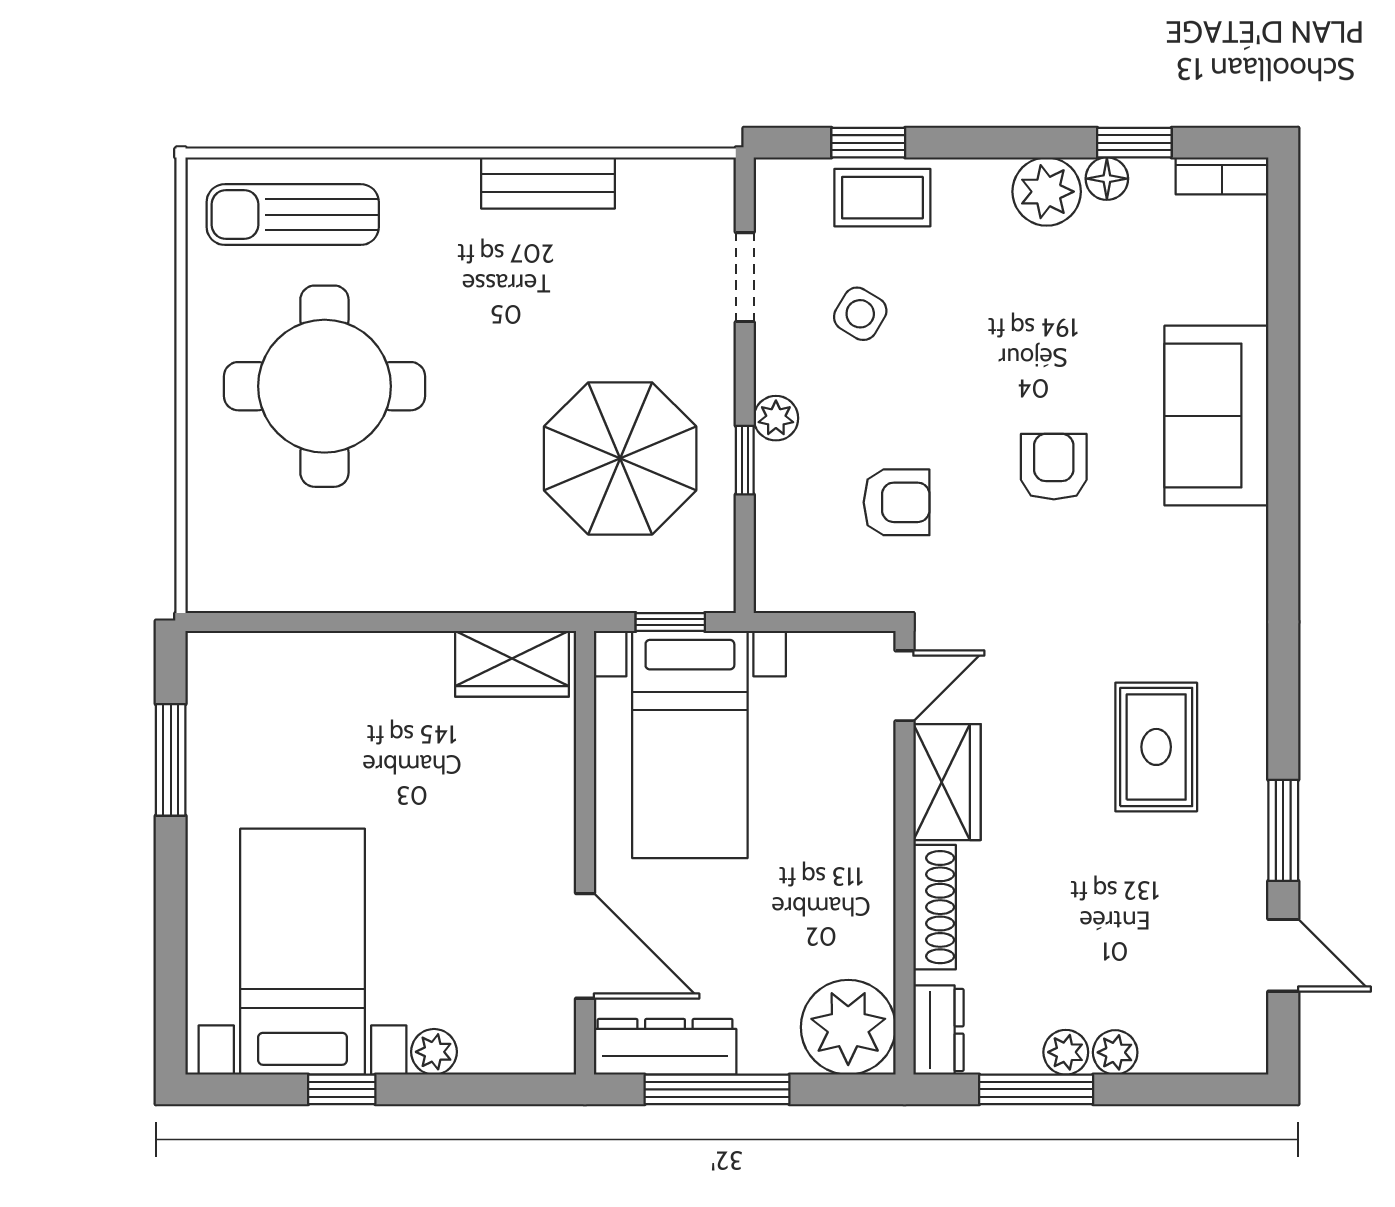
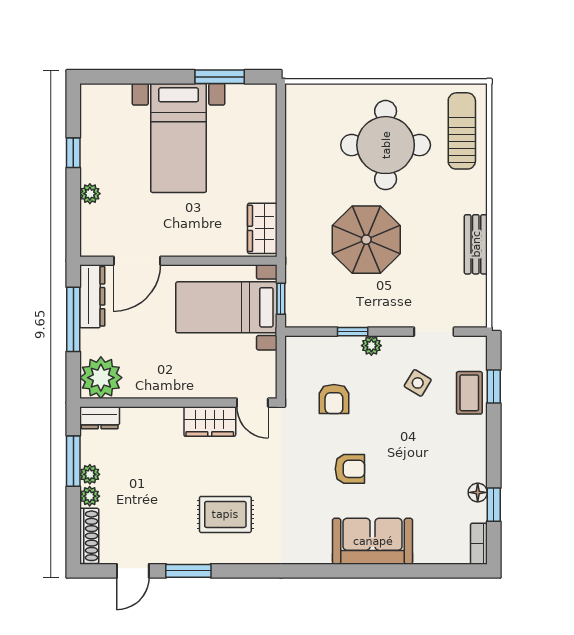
plant: (1047, 192) -> (472, 466), removed
parasol: (620, 458) -> (366, 240), moved
shoe rack: (935, 907) -> (89, 536), moved, turned -90
bed with nightstands: (303, 952) -> (179, 138), moved, turned 90

